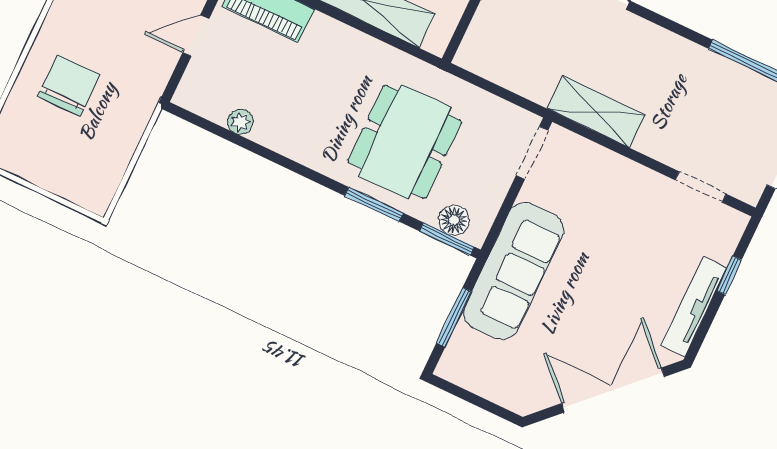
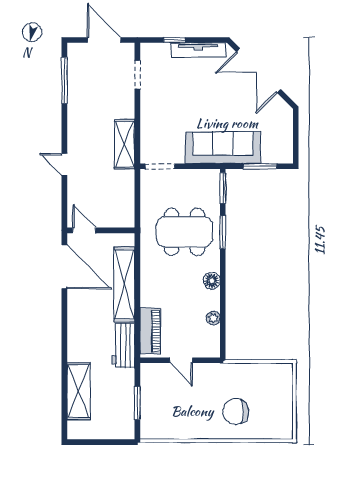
floor lamp: (454, 220) -> (212, 281), moved

